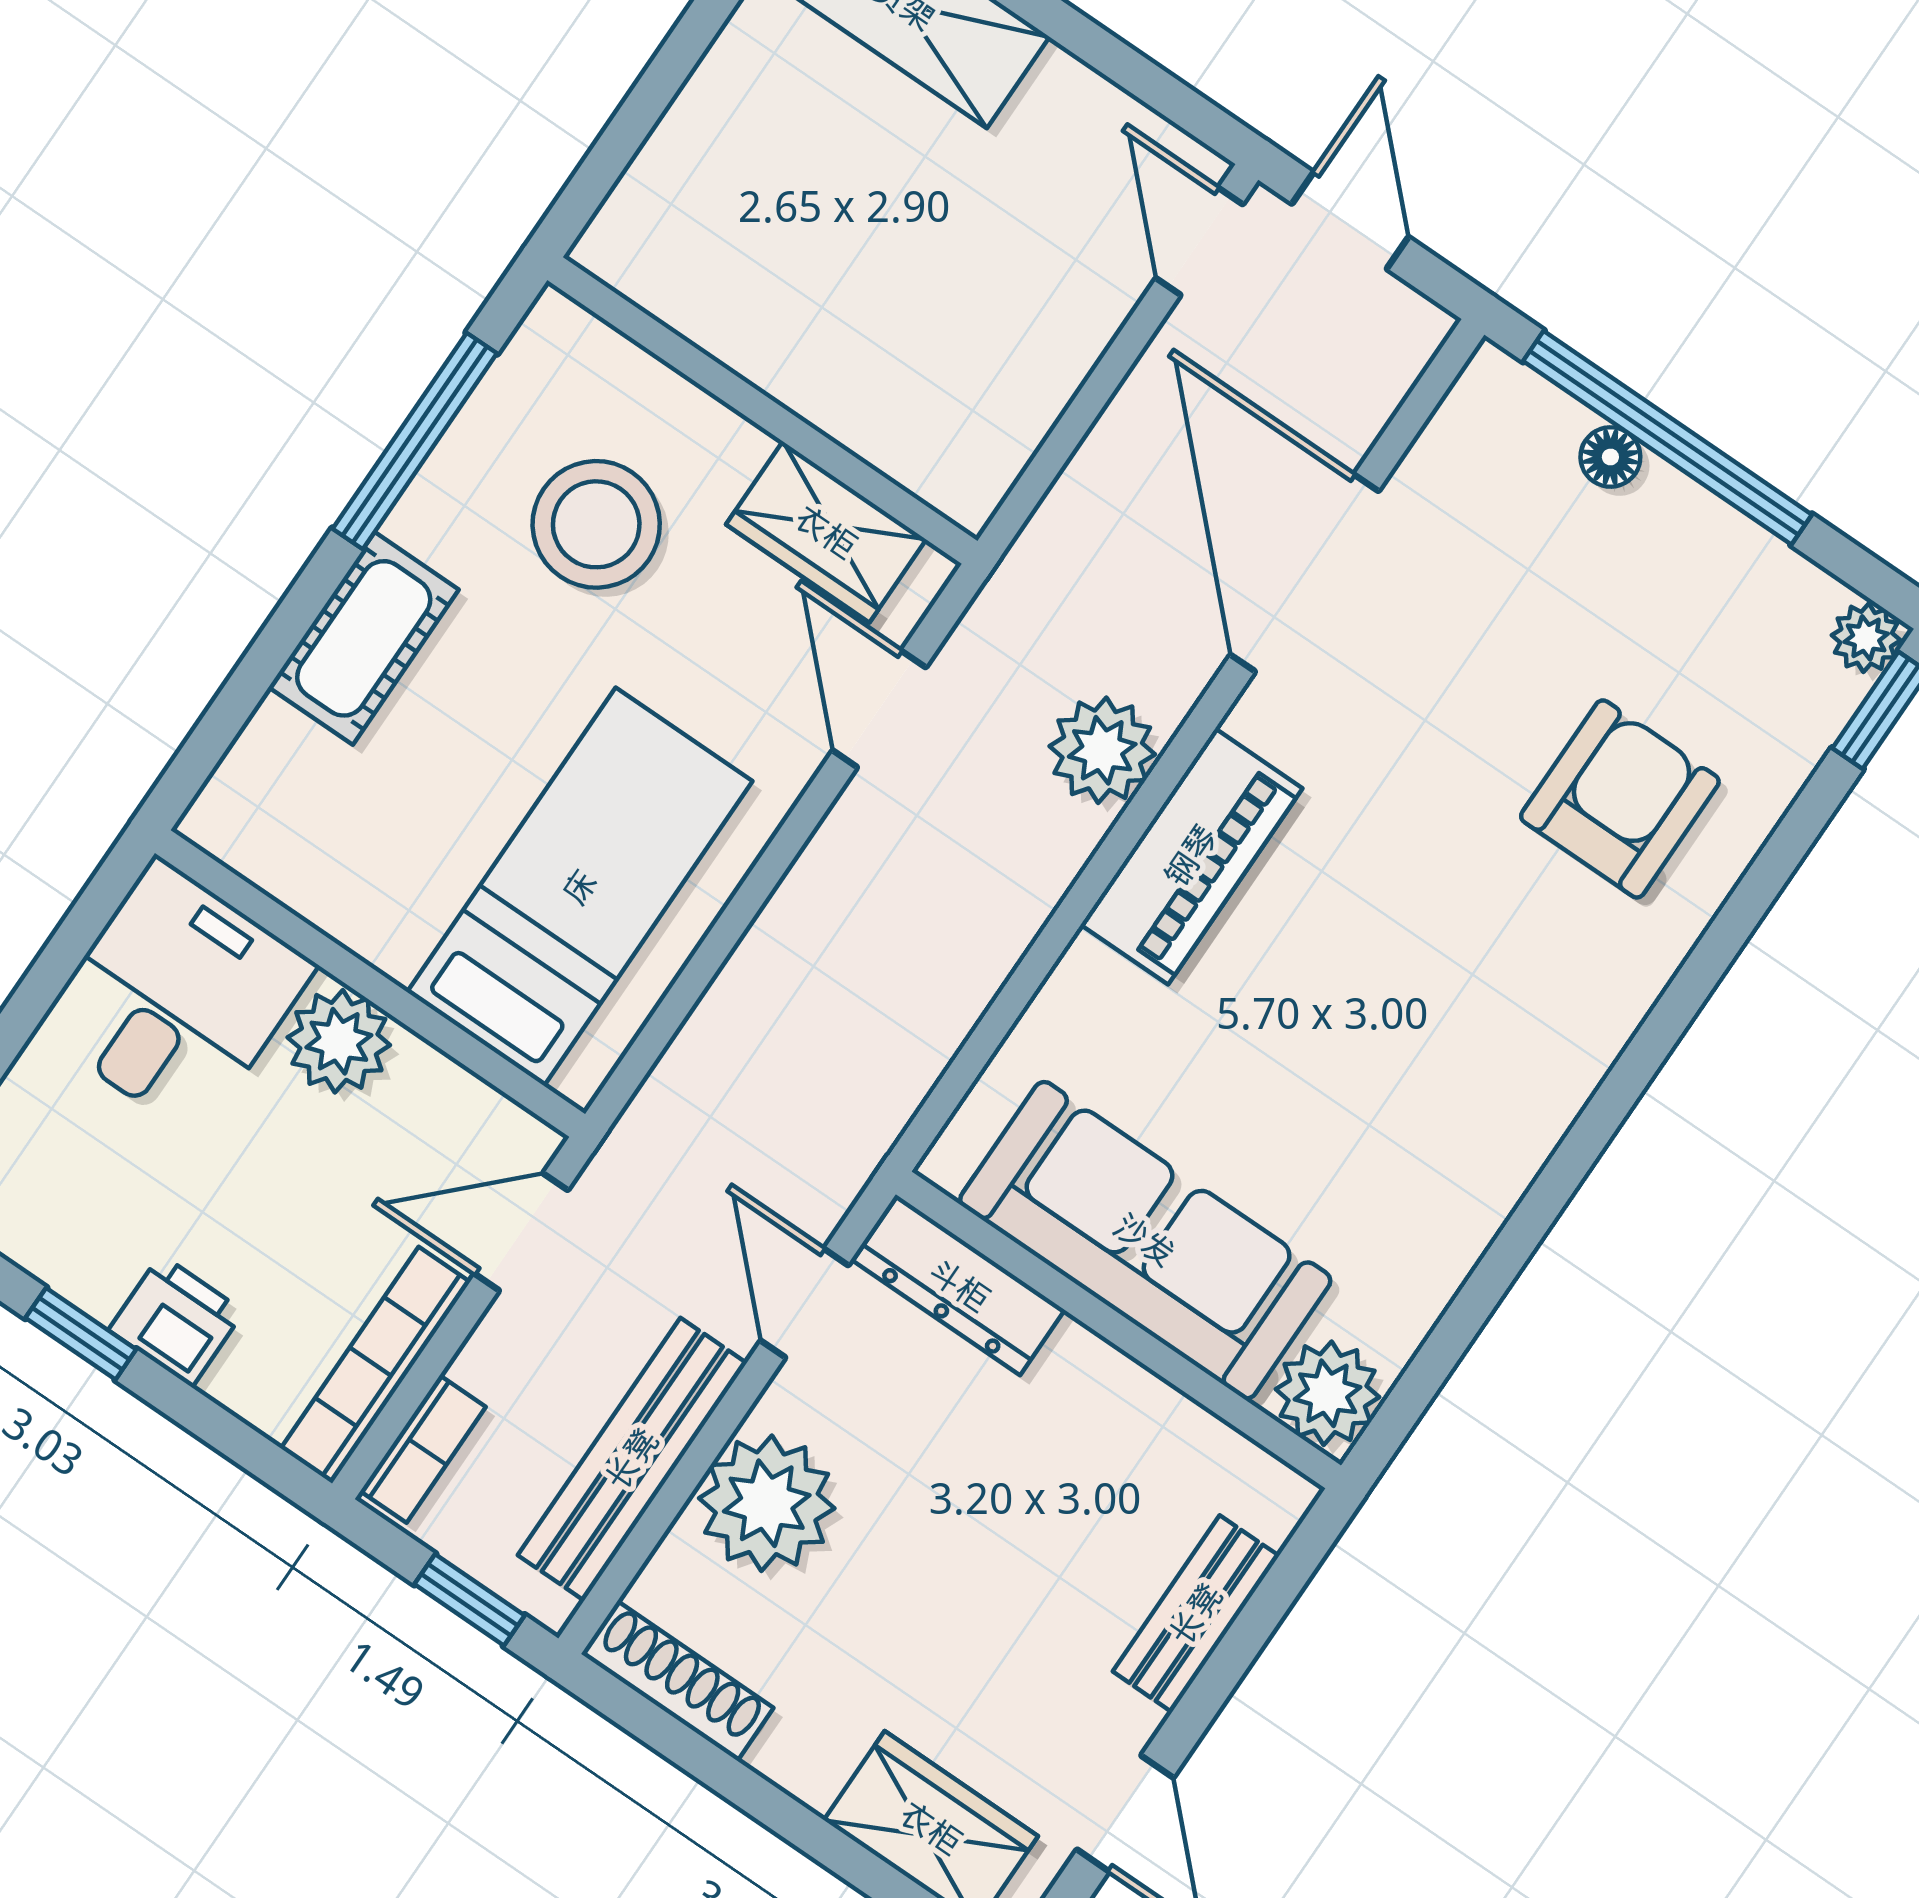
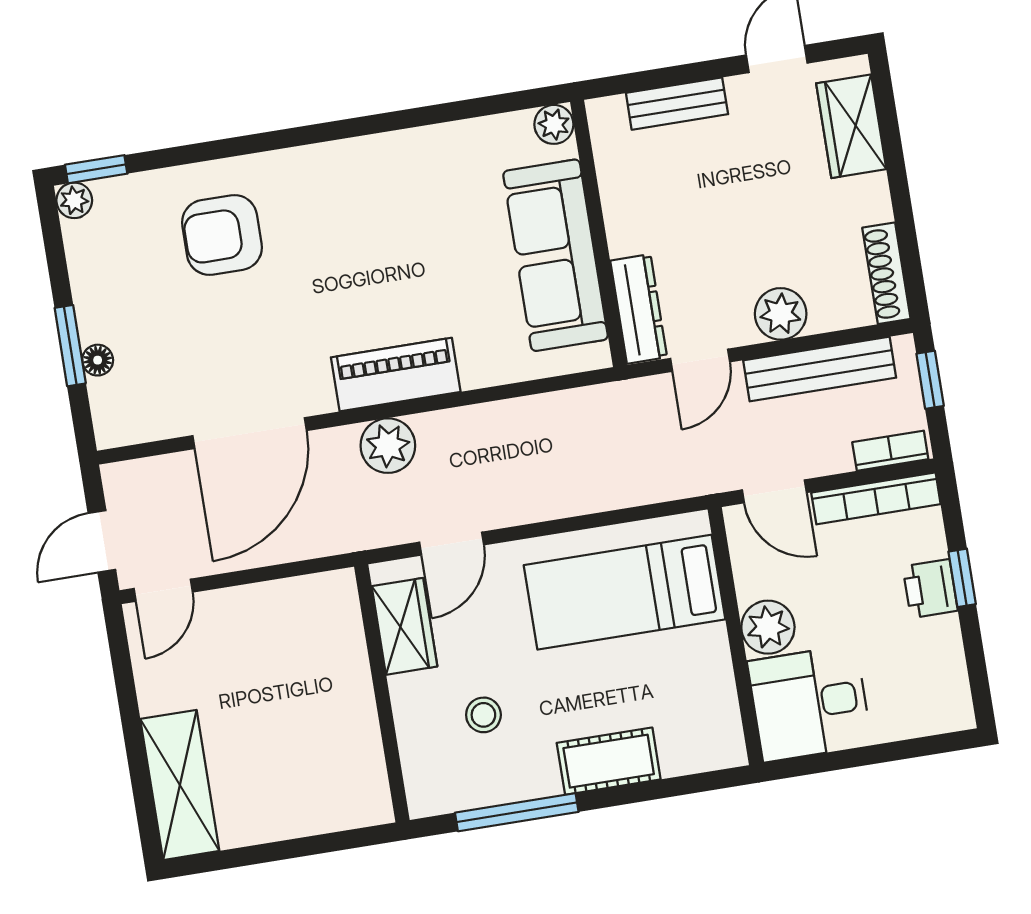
window: (1668, 438) -> (70, 346), width x0.47
stool: (596, 524) -> (483, 715), width x0.53, depth x0.53
window: (81, 1334) -> (962, 578), moved
plant: (1328, 1393) -> (554, 124), width x0.73, depth x0.73
plant: (767, 1503) -> (781, 314), width x0.73, depth x0.73

